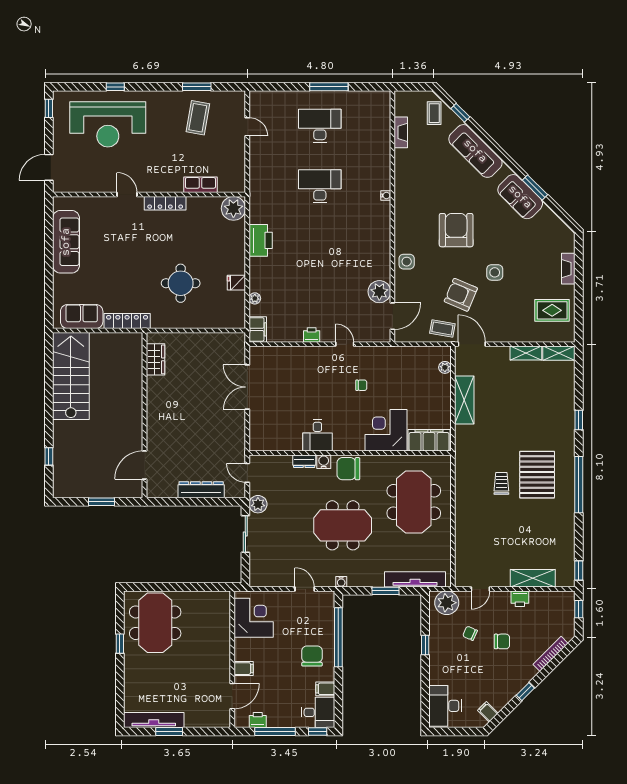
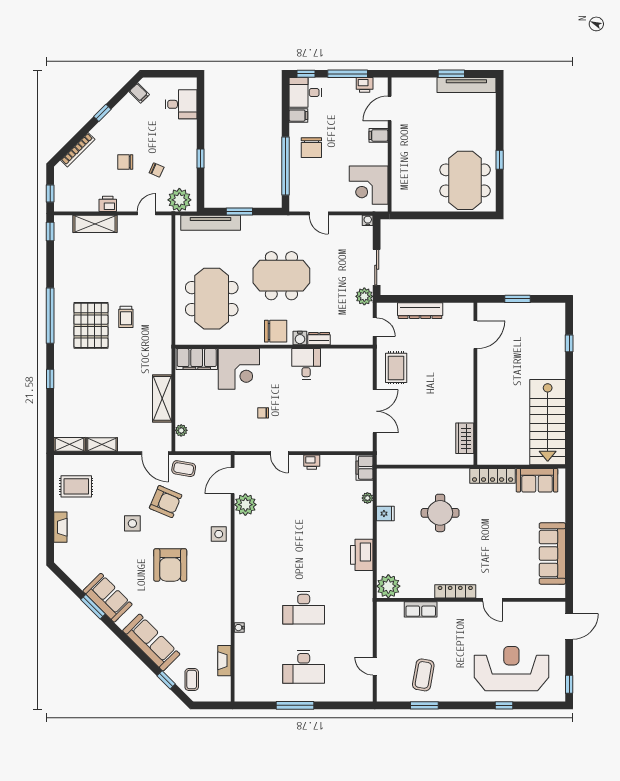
water cooler: (386, 195) -> (239, 628), moved
rug: (226, 431) -> (396, 368), added
water cooler: (341, 582) -> (368, 220), moved
desk: (445, 706) -> (181, 104), width x0.73

